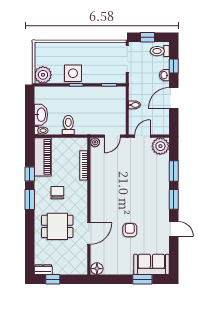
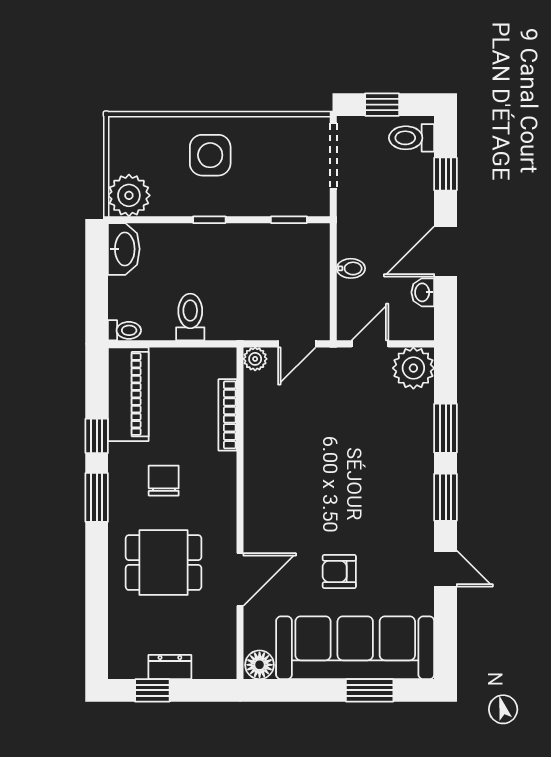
side table: (73, 73) -> (210, 155), moved
washbasin: (164, 75) -> (423, 292), moved
washbasin: (41, 115) -> (124, 249), moved
armchair: (130, 230) -> (339, 571), turned -90
sofa: (151, 264) -> (355, 648), width x1.85, depth x1.27
dresser: (43, 270) -> (170, 667), moved

